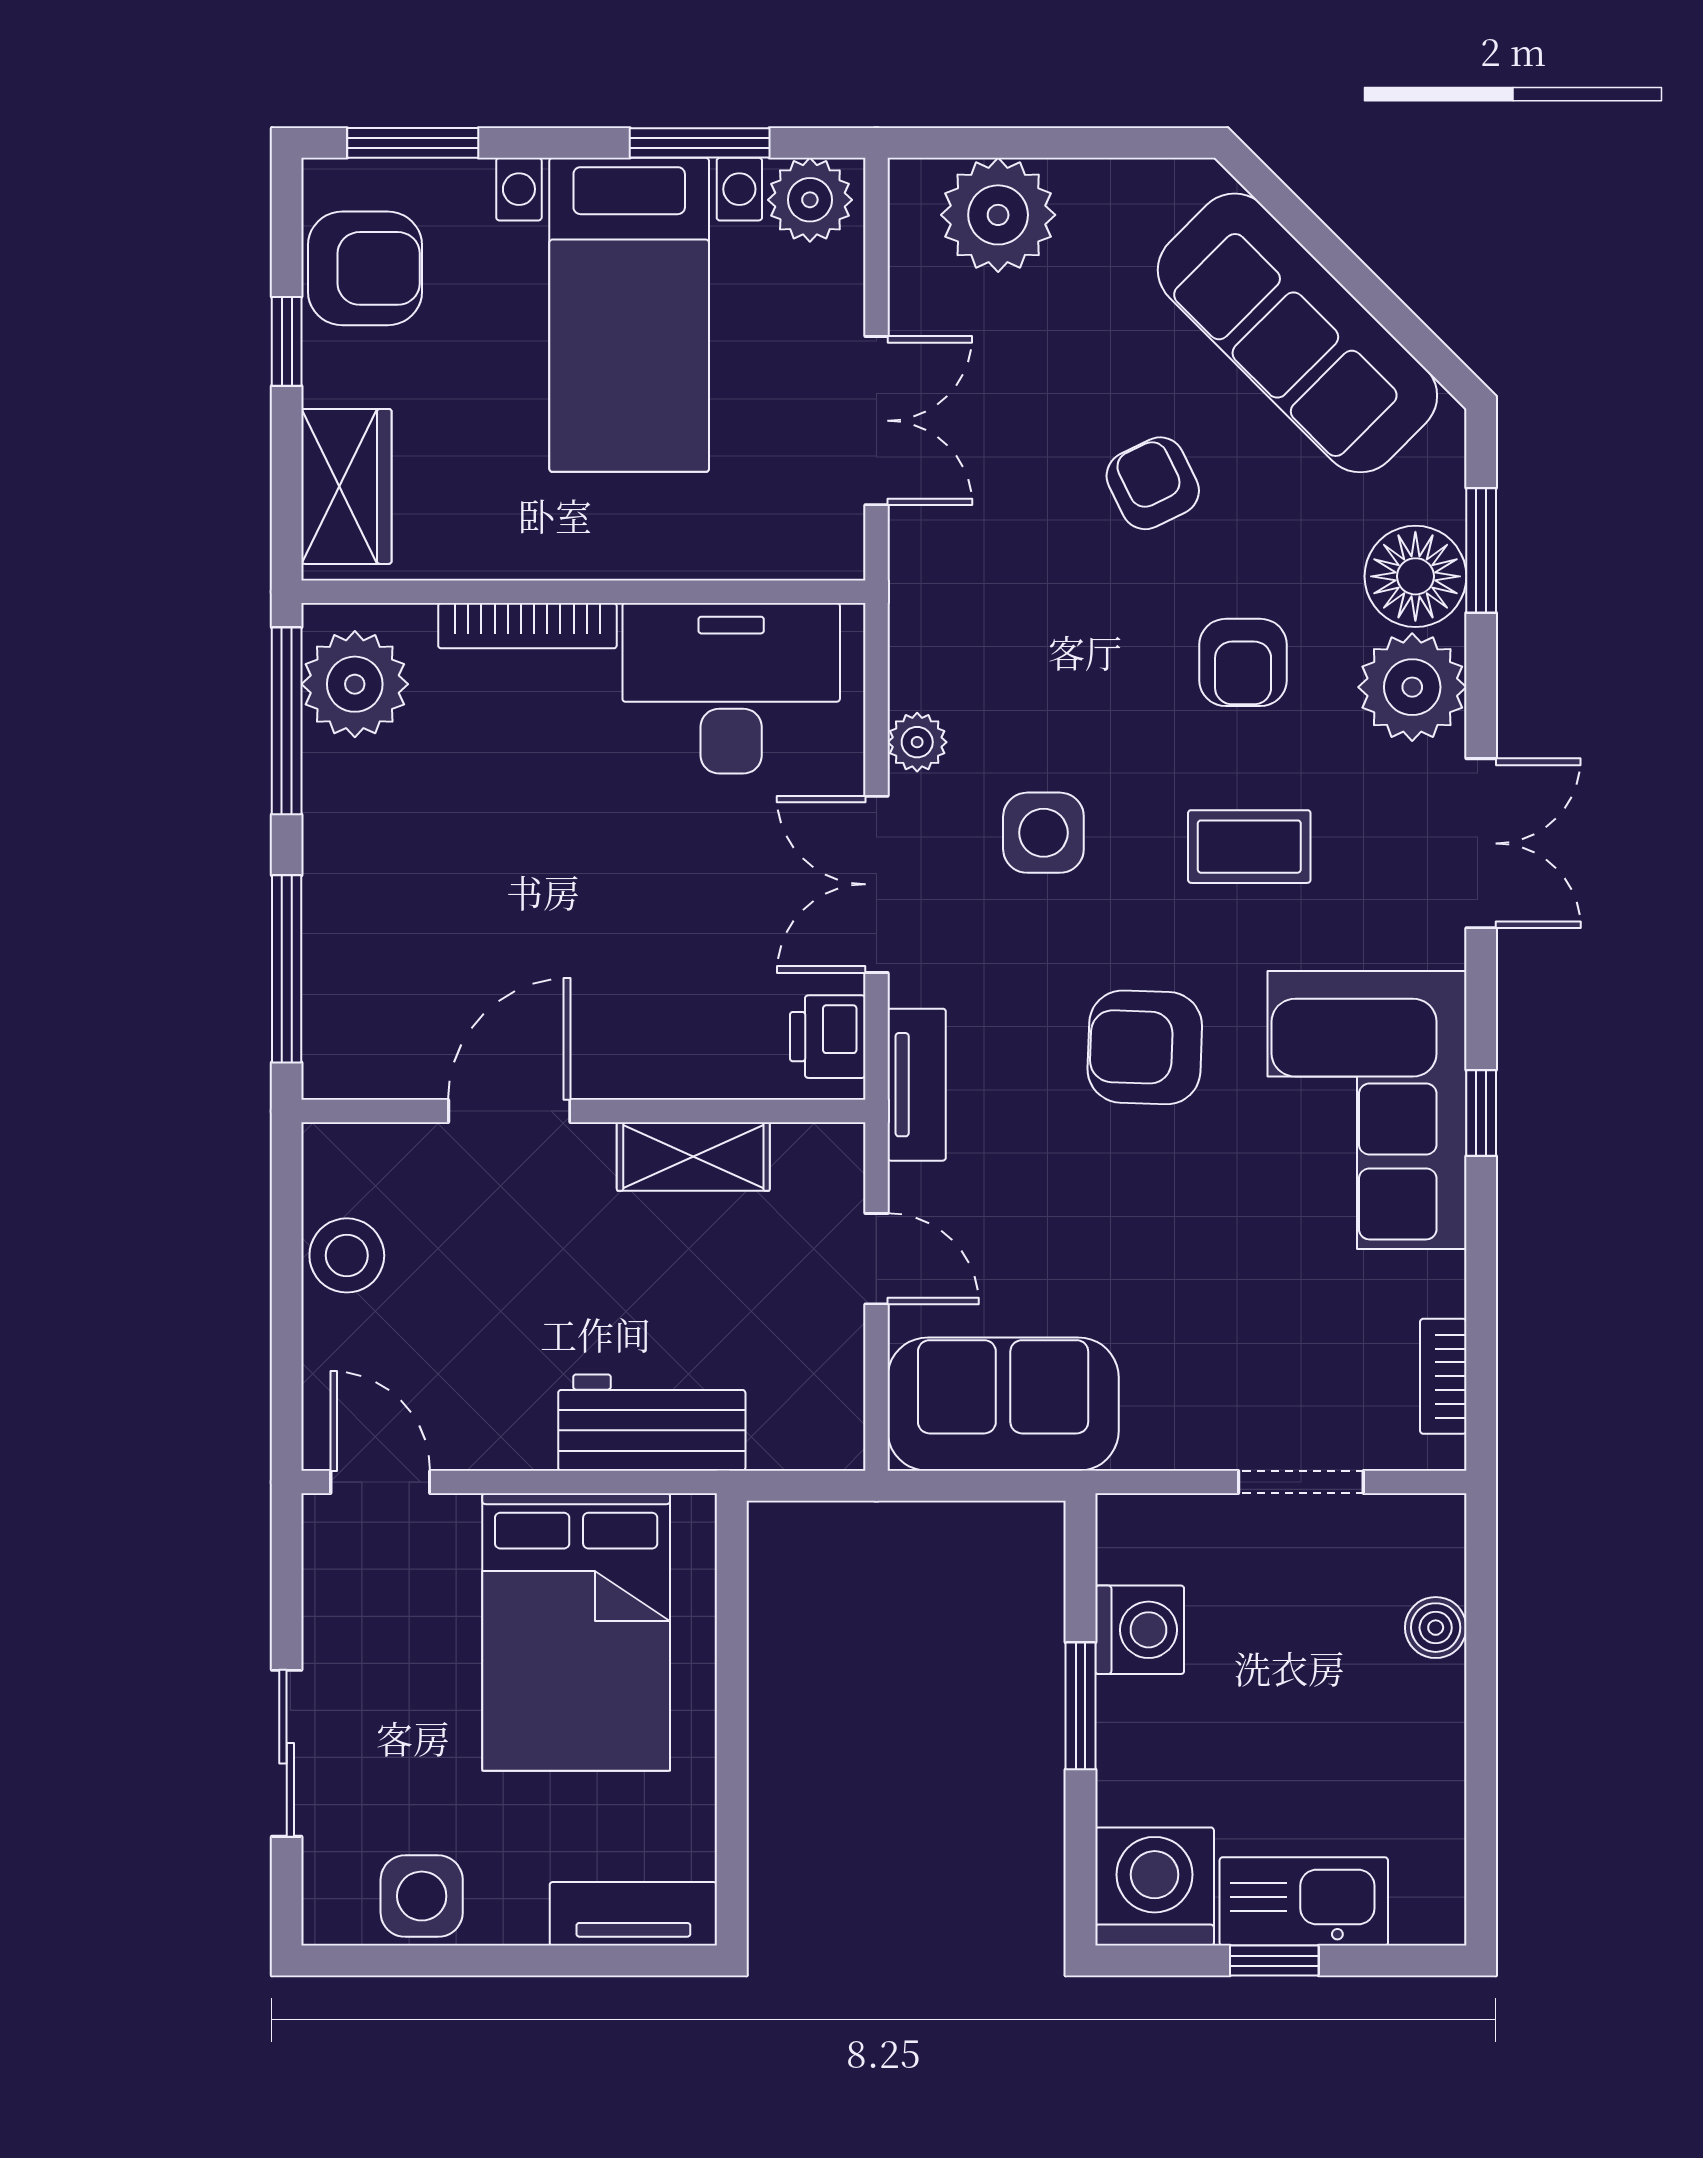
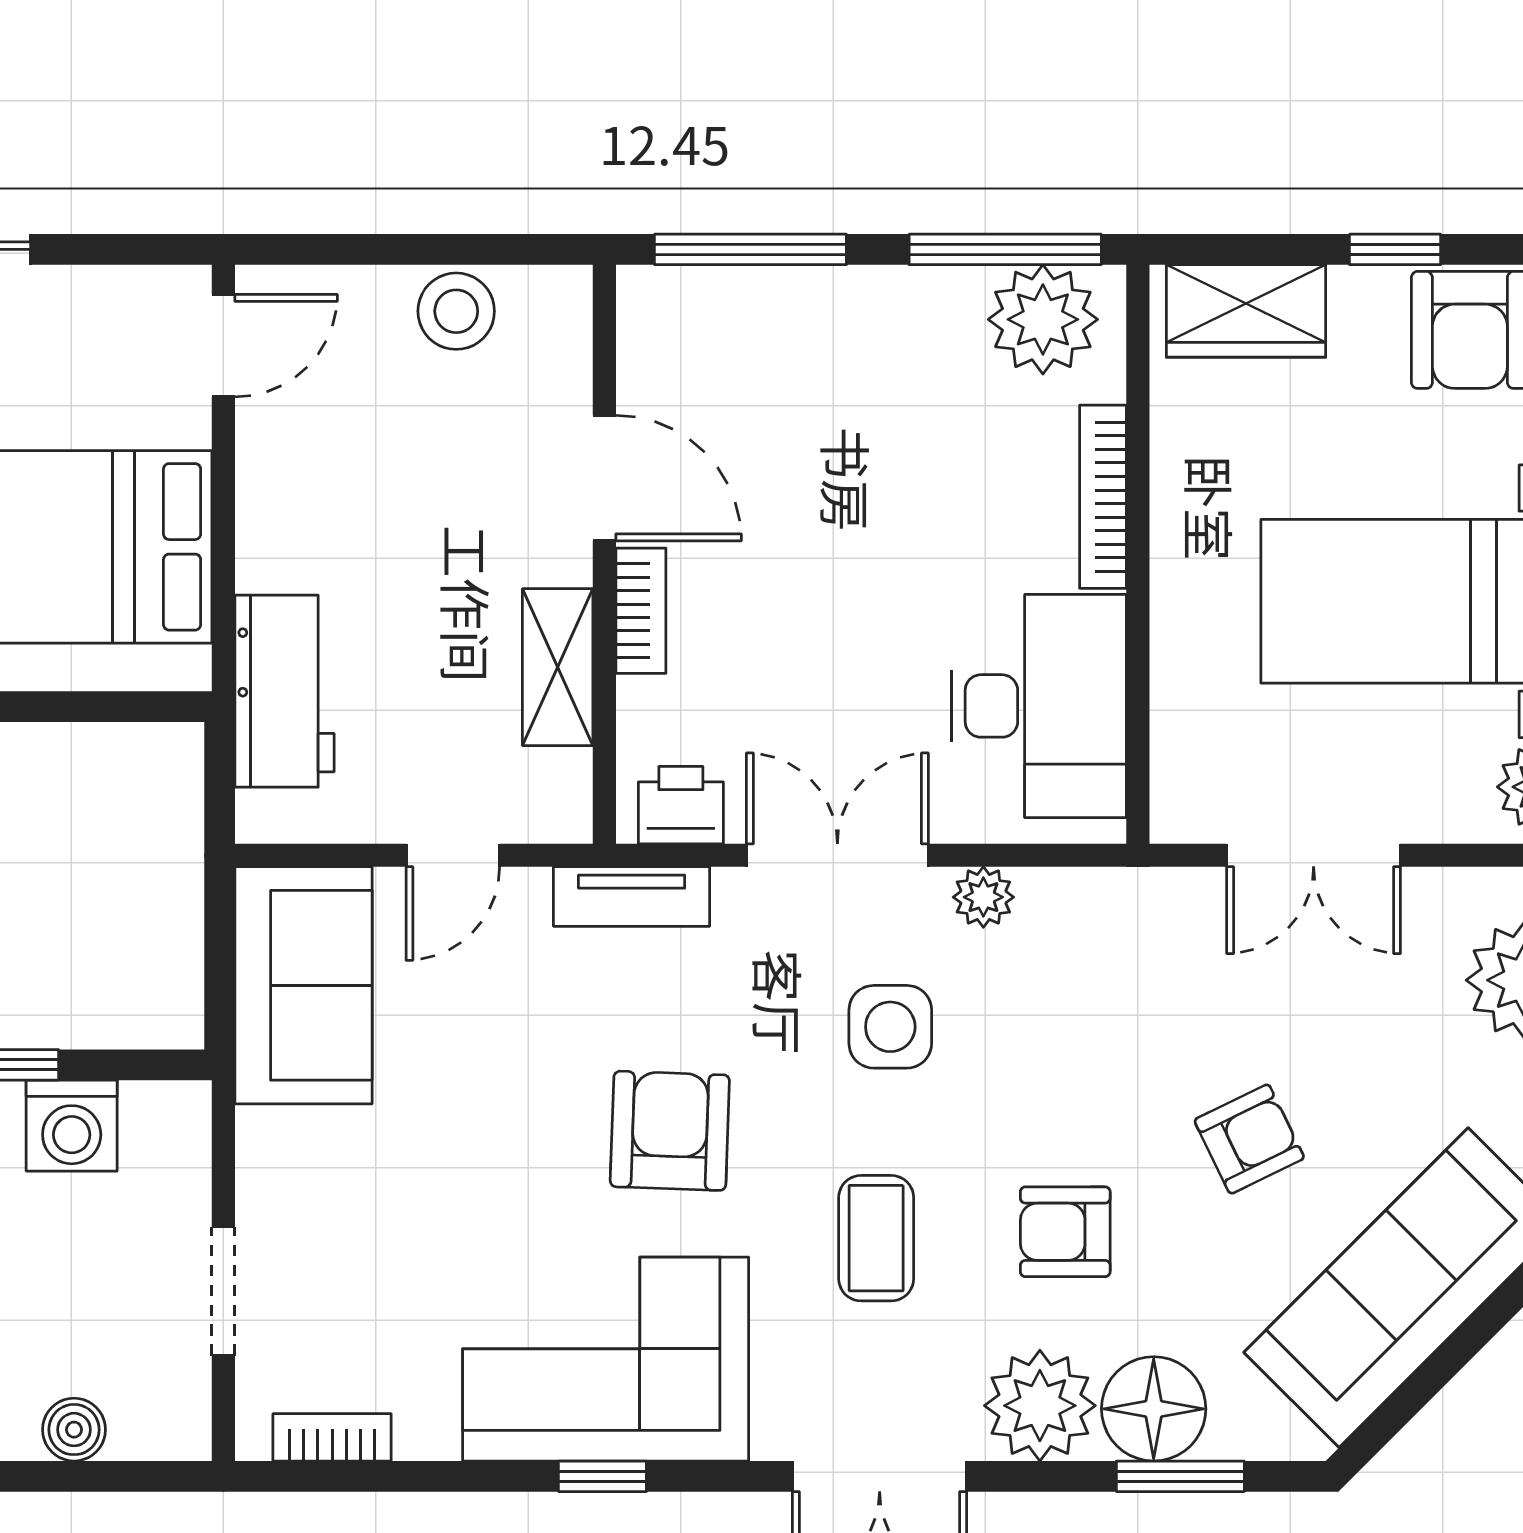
bookcase: (638, 1076) -> (641, 611), added
workbench: (652, 1423) -> (284, 691), moved

